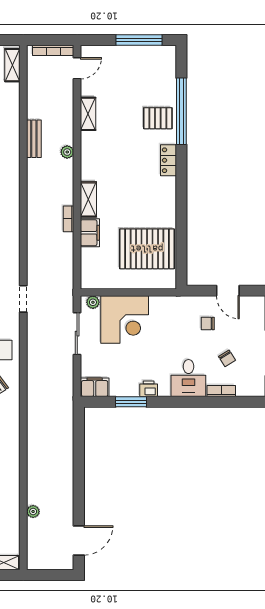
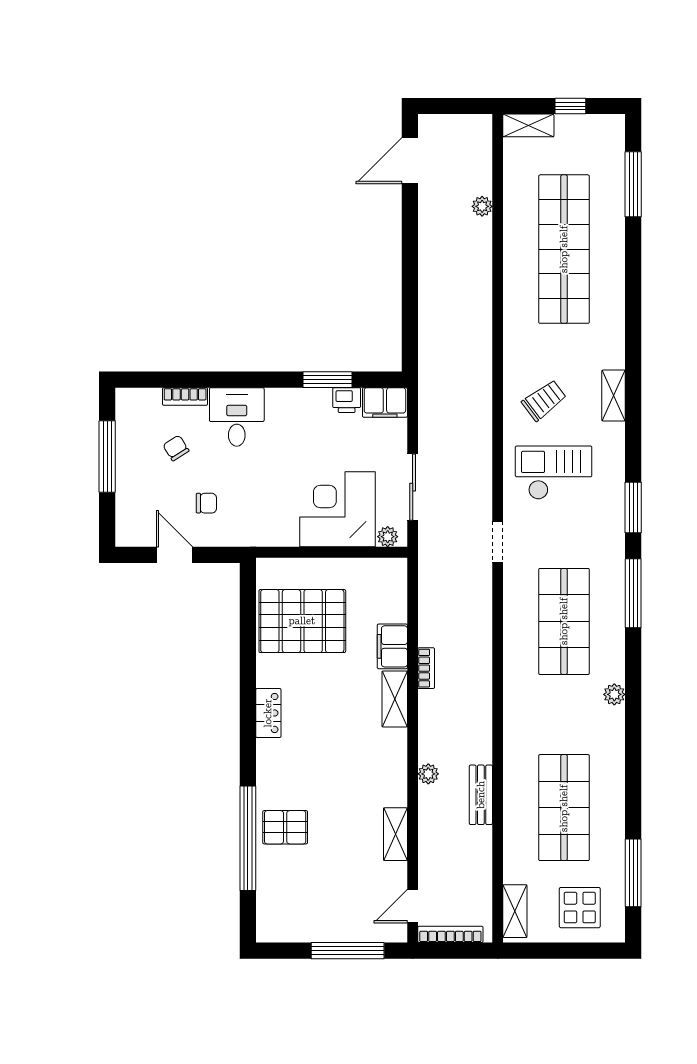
window: (139, 40) -> (348, 951), moved
locker: (168, 160) -> (268, 713), moved
printer: (149, 389) -> (347, 400), moved

